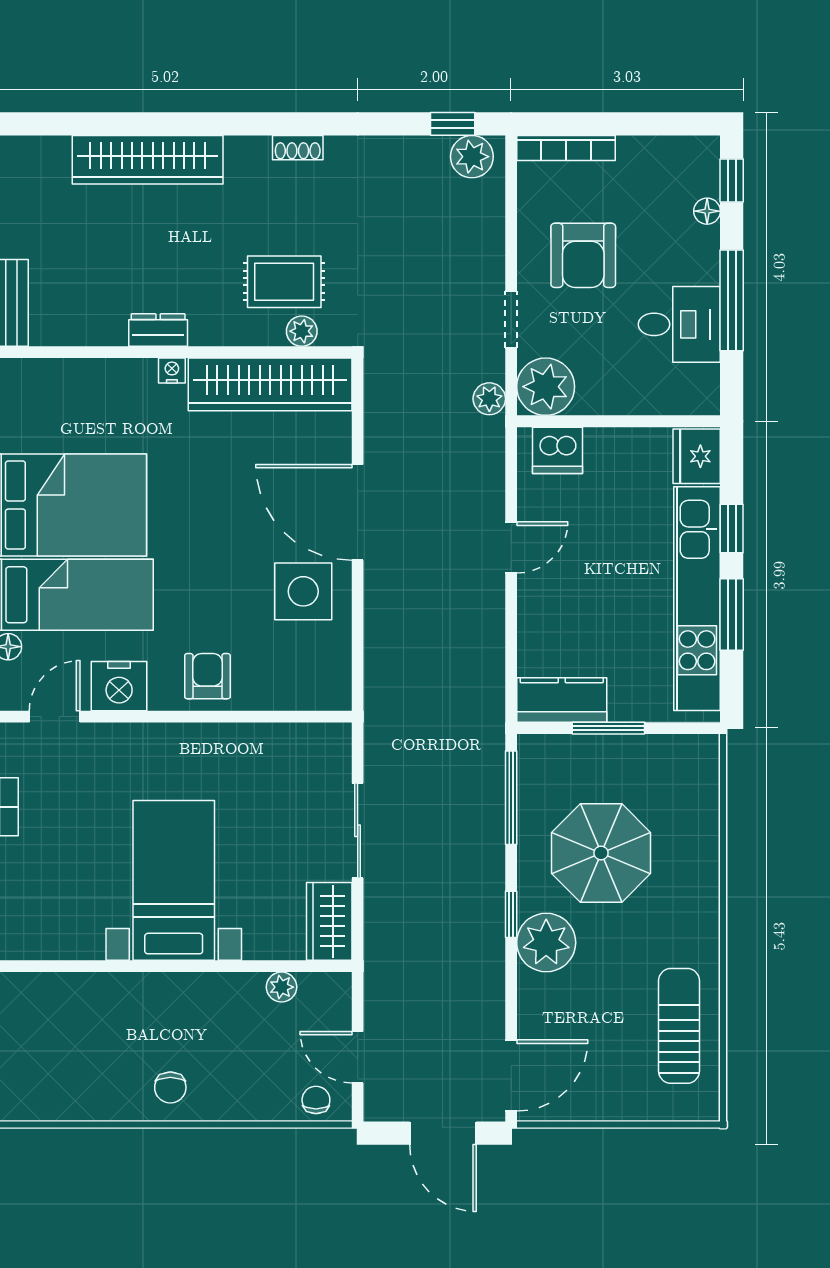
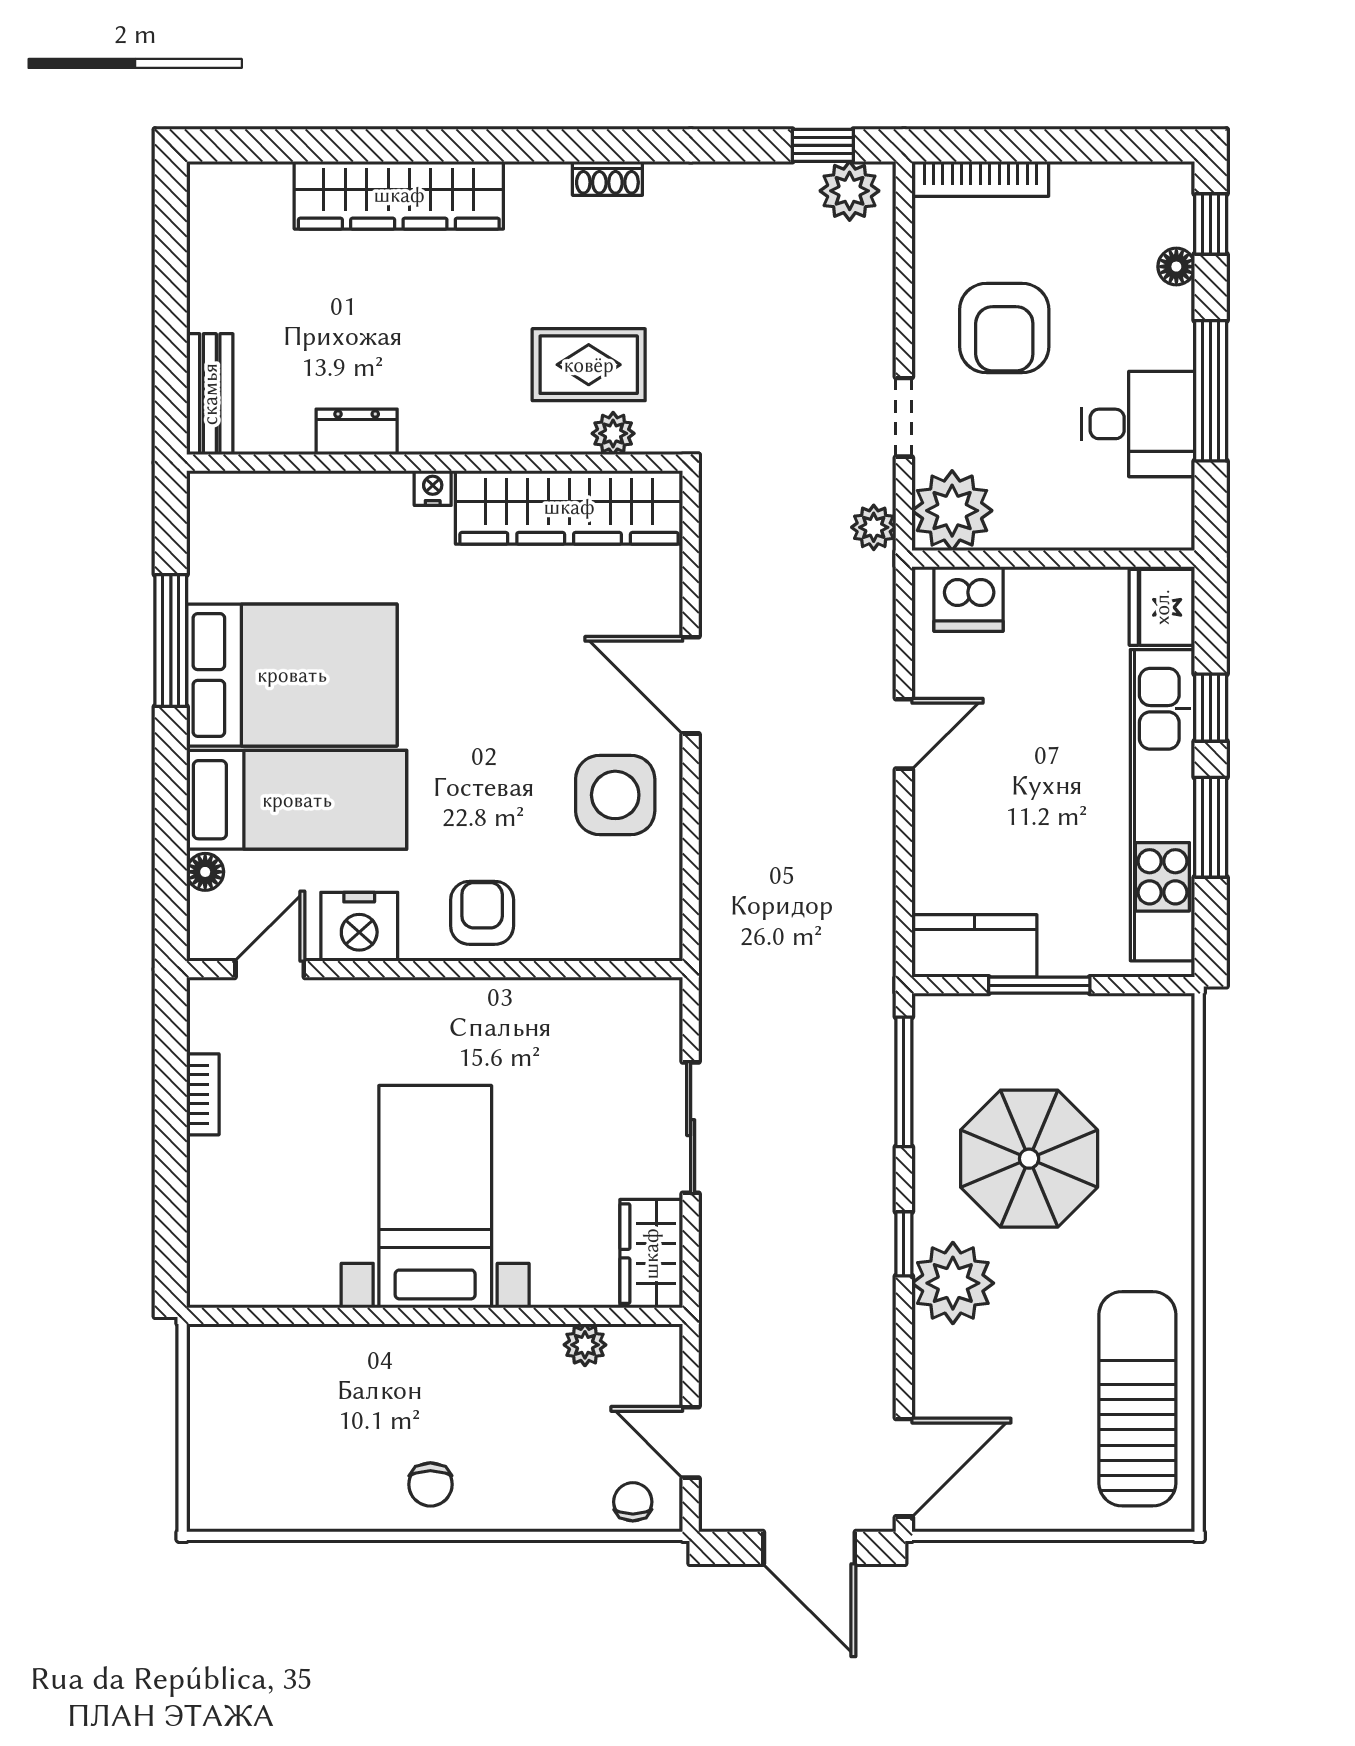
dresser: (158, 330) -> (357, 432), moved
door: (358, 512) -> (691, 685), width x0.73
sun lounger: (679, 1026) -> (1137, 1399), width x1.36, depth x1.34

